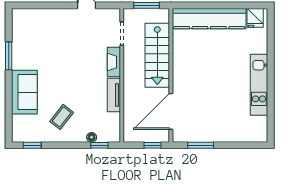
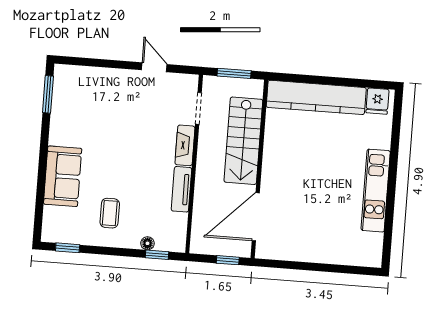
window: (9, 56) -> (48, 94), moved
coffee table: (62, 117) -> (110, 213), turned -38
window: (201, 145) -> (292, 265), removed

